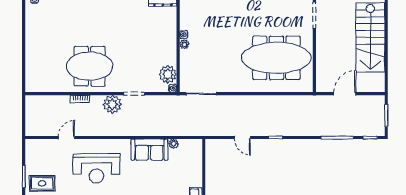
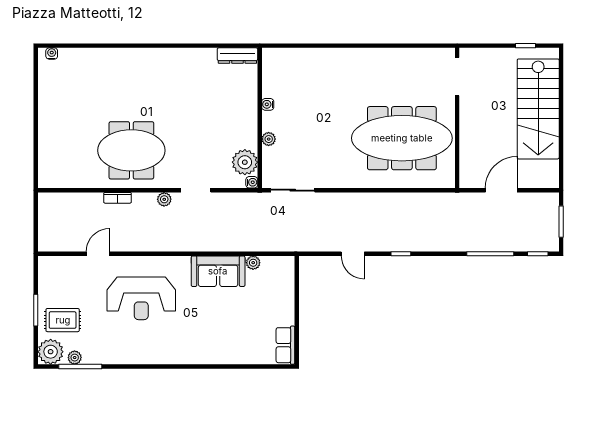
plant: (184, 44) -> (269, 139), moved
plant: (112, 104) -> (164, 199), width x0.53, depth x0.53

